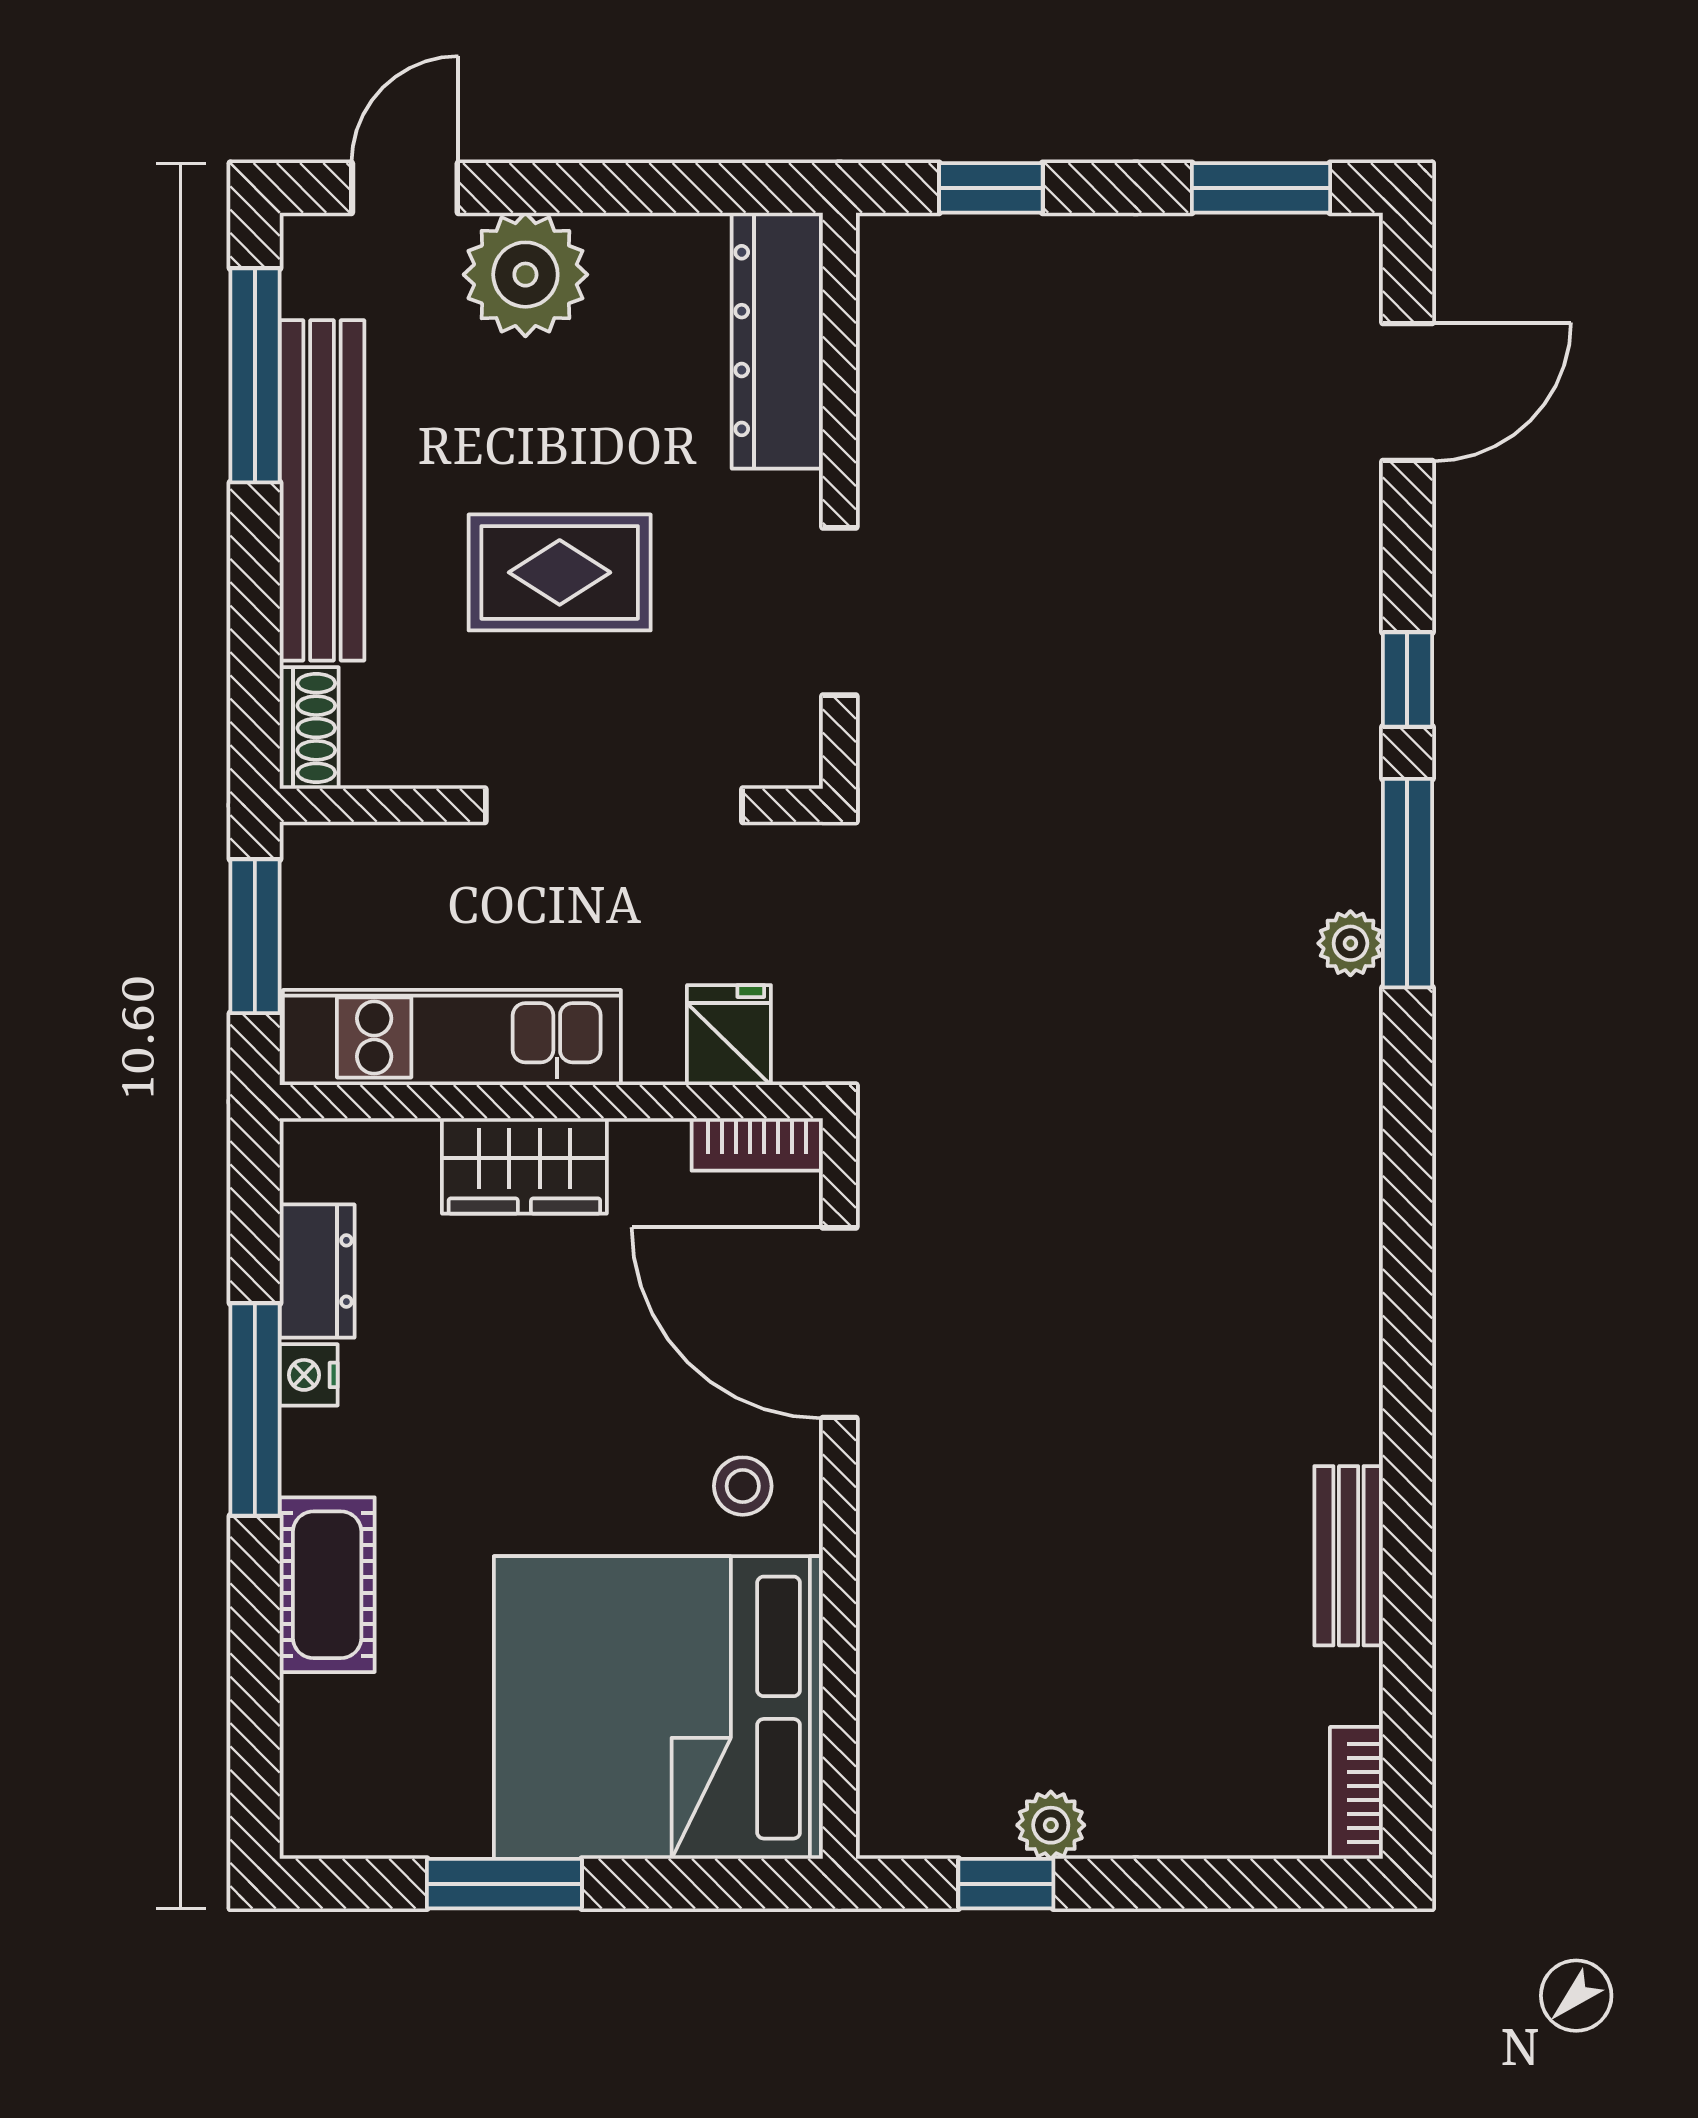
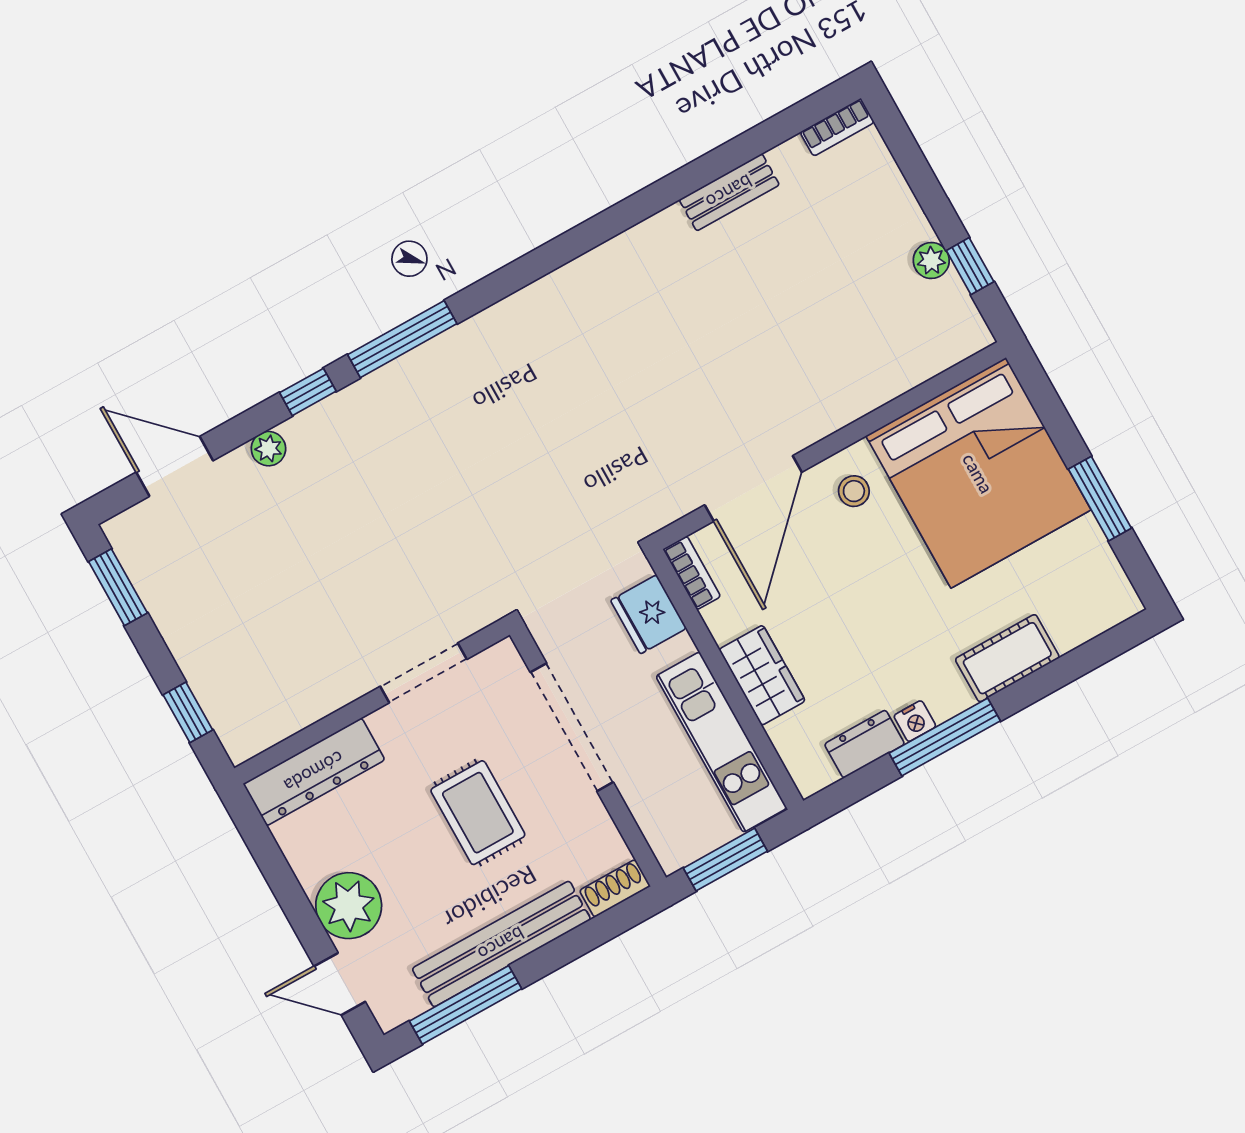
plant: (1350, 943) -> (268, 449), moved
fridge: (729, 1035) -> (648, 614), width x1.38

